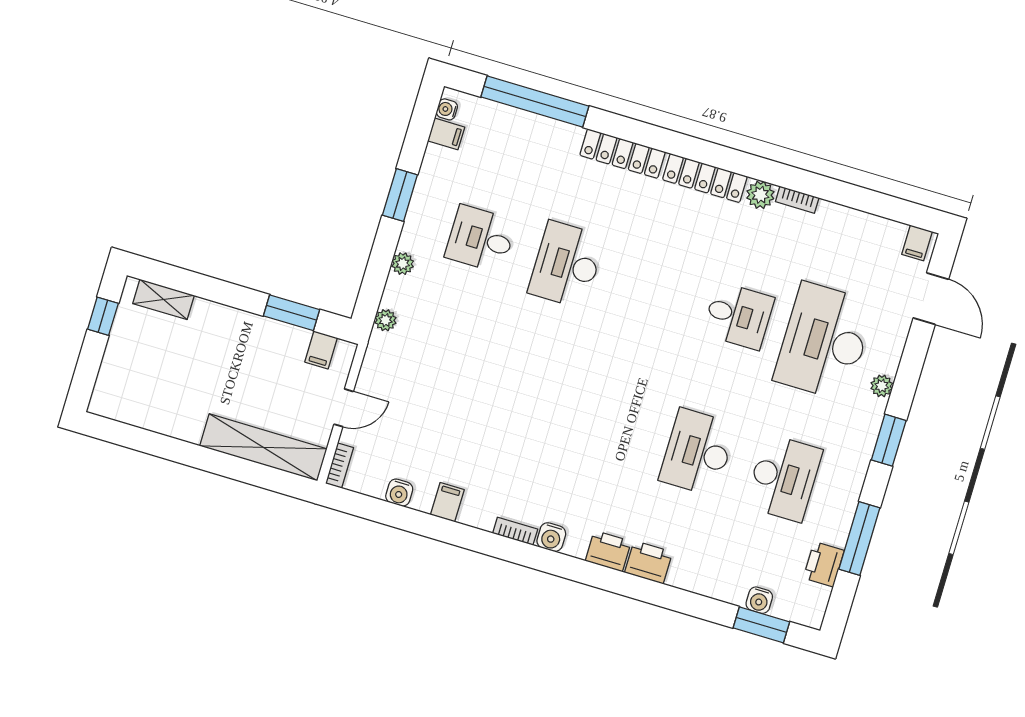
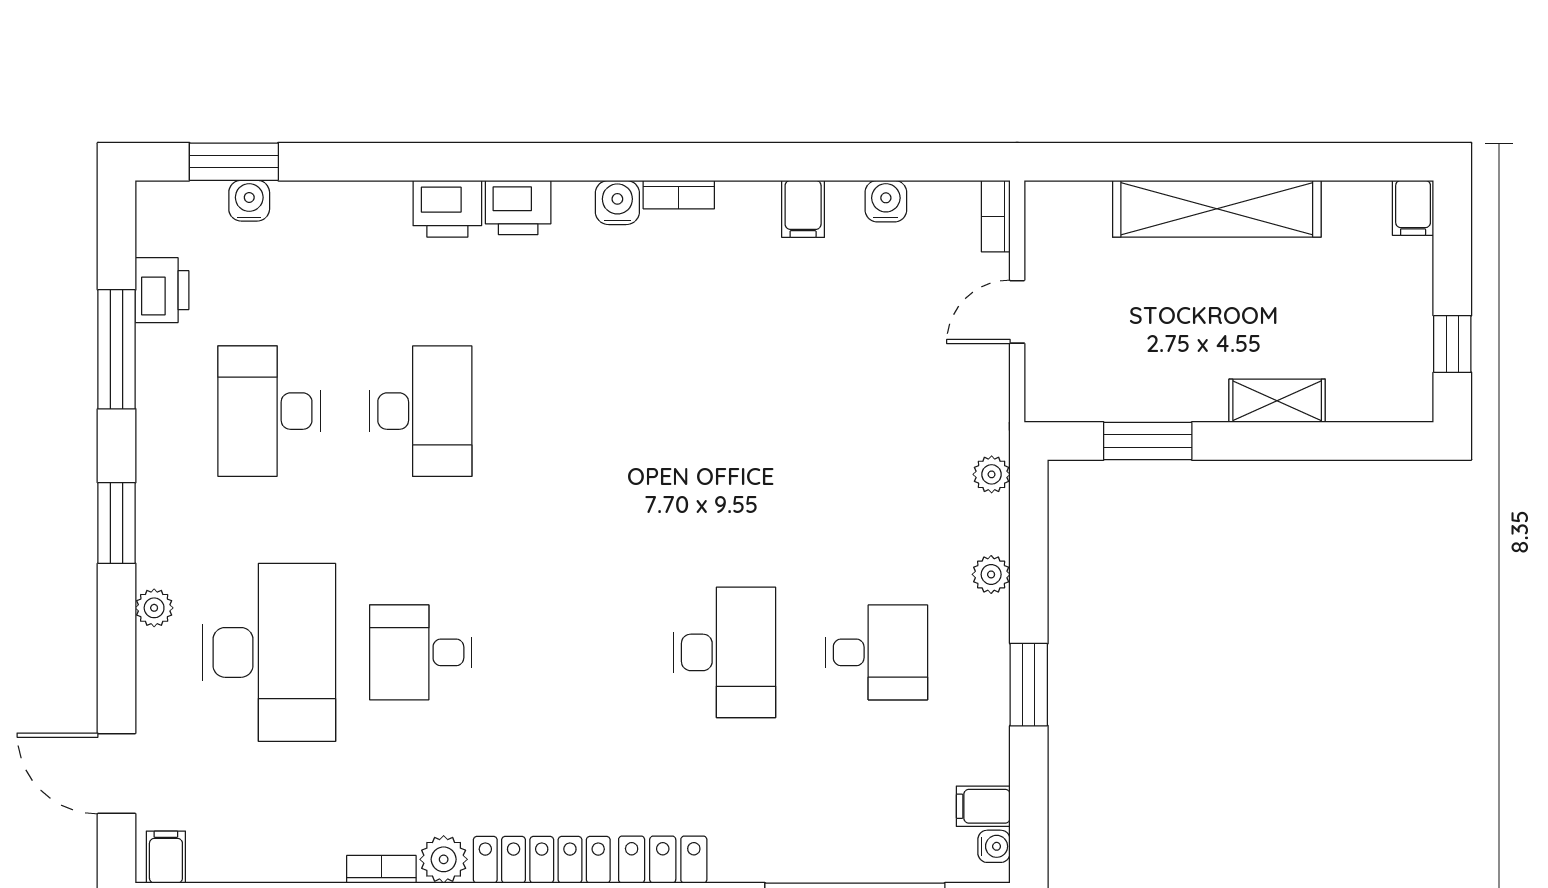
locker: (623, 154) -> (663, 860), width x0.66
shelving: (164, 299) -> (1277, 401), moved
filing cabinet: (321, 350) -> (1413, 208), moved, turned 180
shelving: (263, 447) -> (1217, 209), moved

